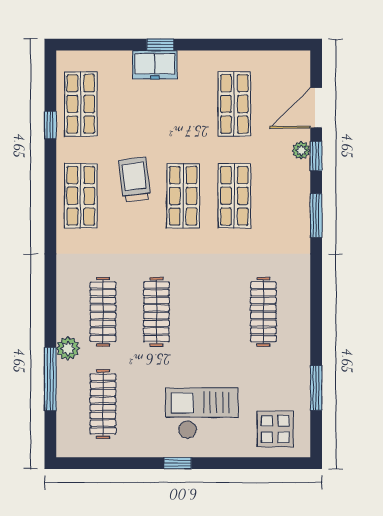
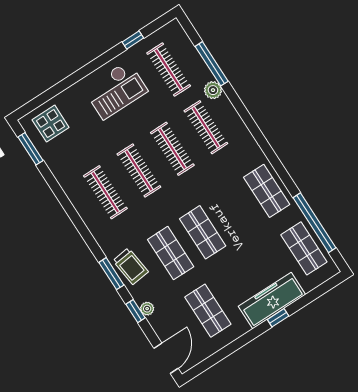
freezer: (155, 65) -> (272, 300), width x1.91, depth x1.26
door: (316, 108) -> (166, 358), moved
window: (50, 125) -> (315, 223), width x3.17
trolley: (135, 180) -> (130, 266), moved
clothes rail: (210, 312) -> (139, 171), added
window: (316, 388) -> (31, 149), moved
checkout: (202, 413) -> (116, 90), moved
window: (178, 463) -> (133, 40), moved

